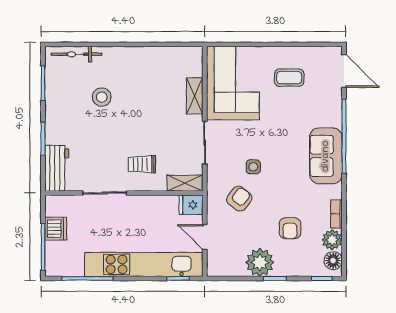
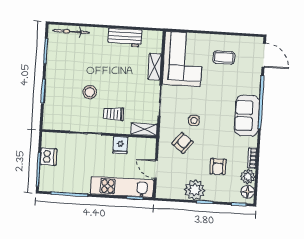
stool: (102, 97) -> (90, 92), moved
workbench: (57, 168) -> (125, 37), moved, turned 90
fridge: (191, 205) -> (120, 145), moved, turned -90
kitchen unit: (144, 264) -> (122, 187), width x0.73

